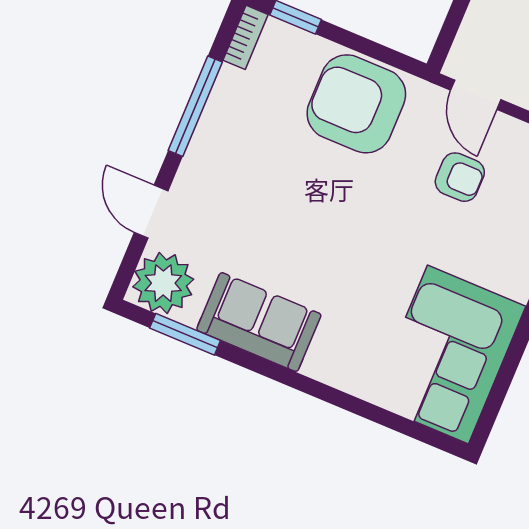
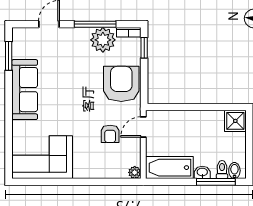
plant: (163, 283) -> (103, 40), moved
sofa: (259, 322) -> (25, 90), width x1.36

